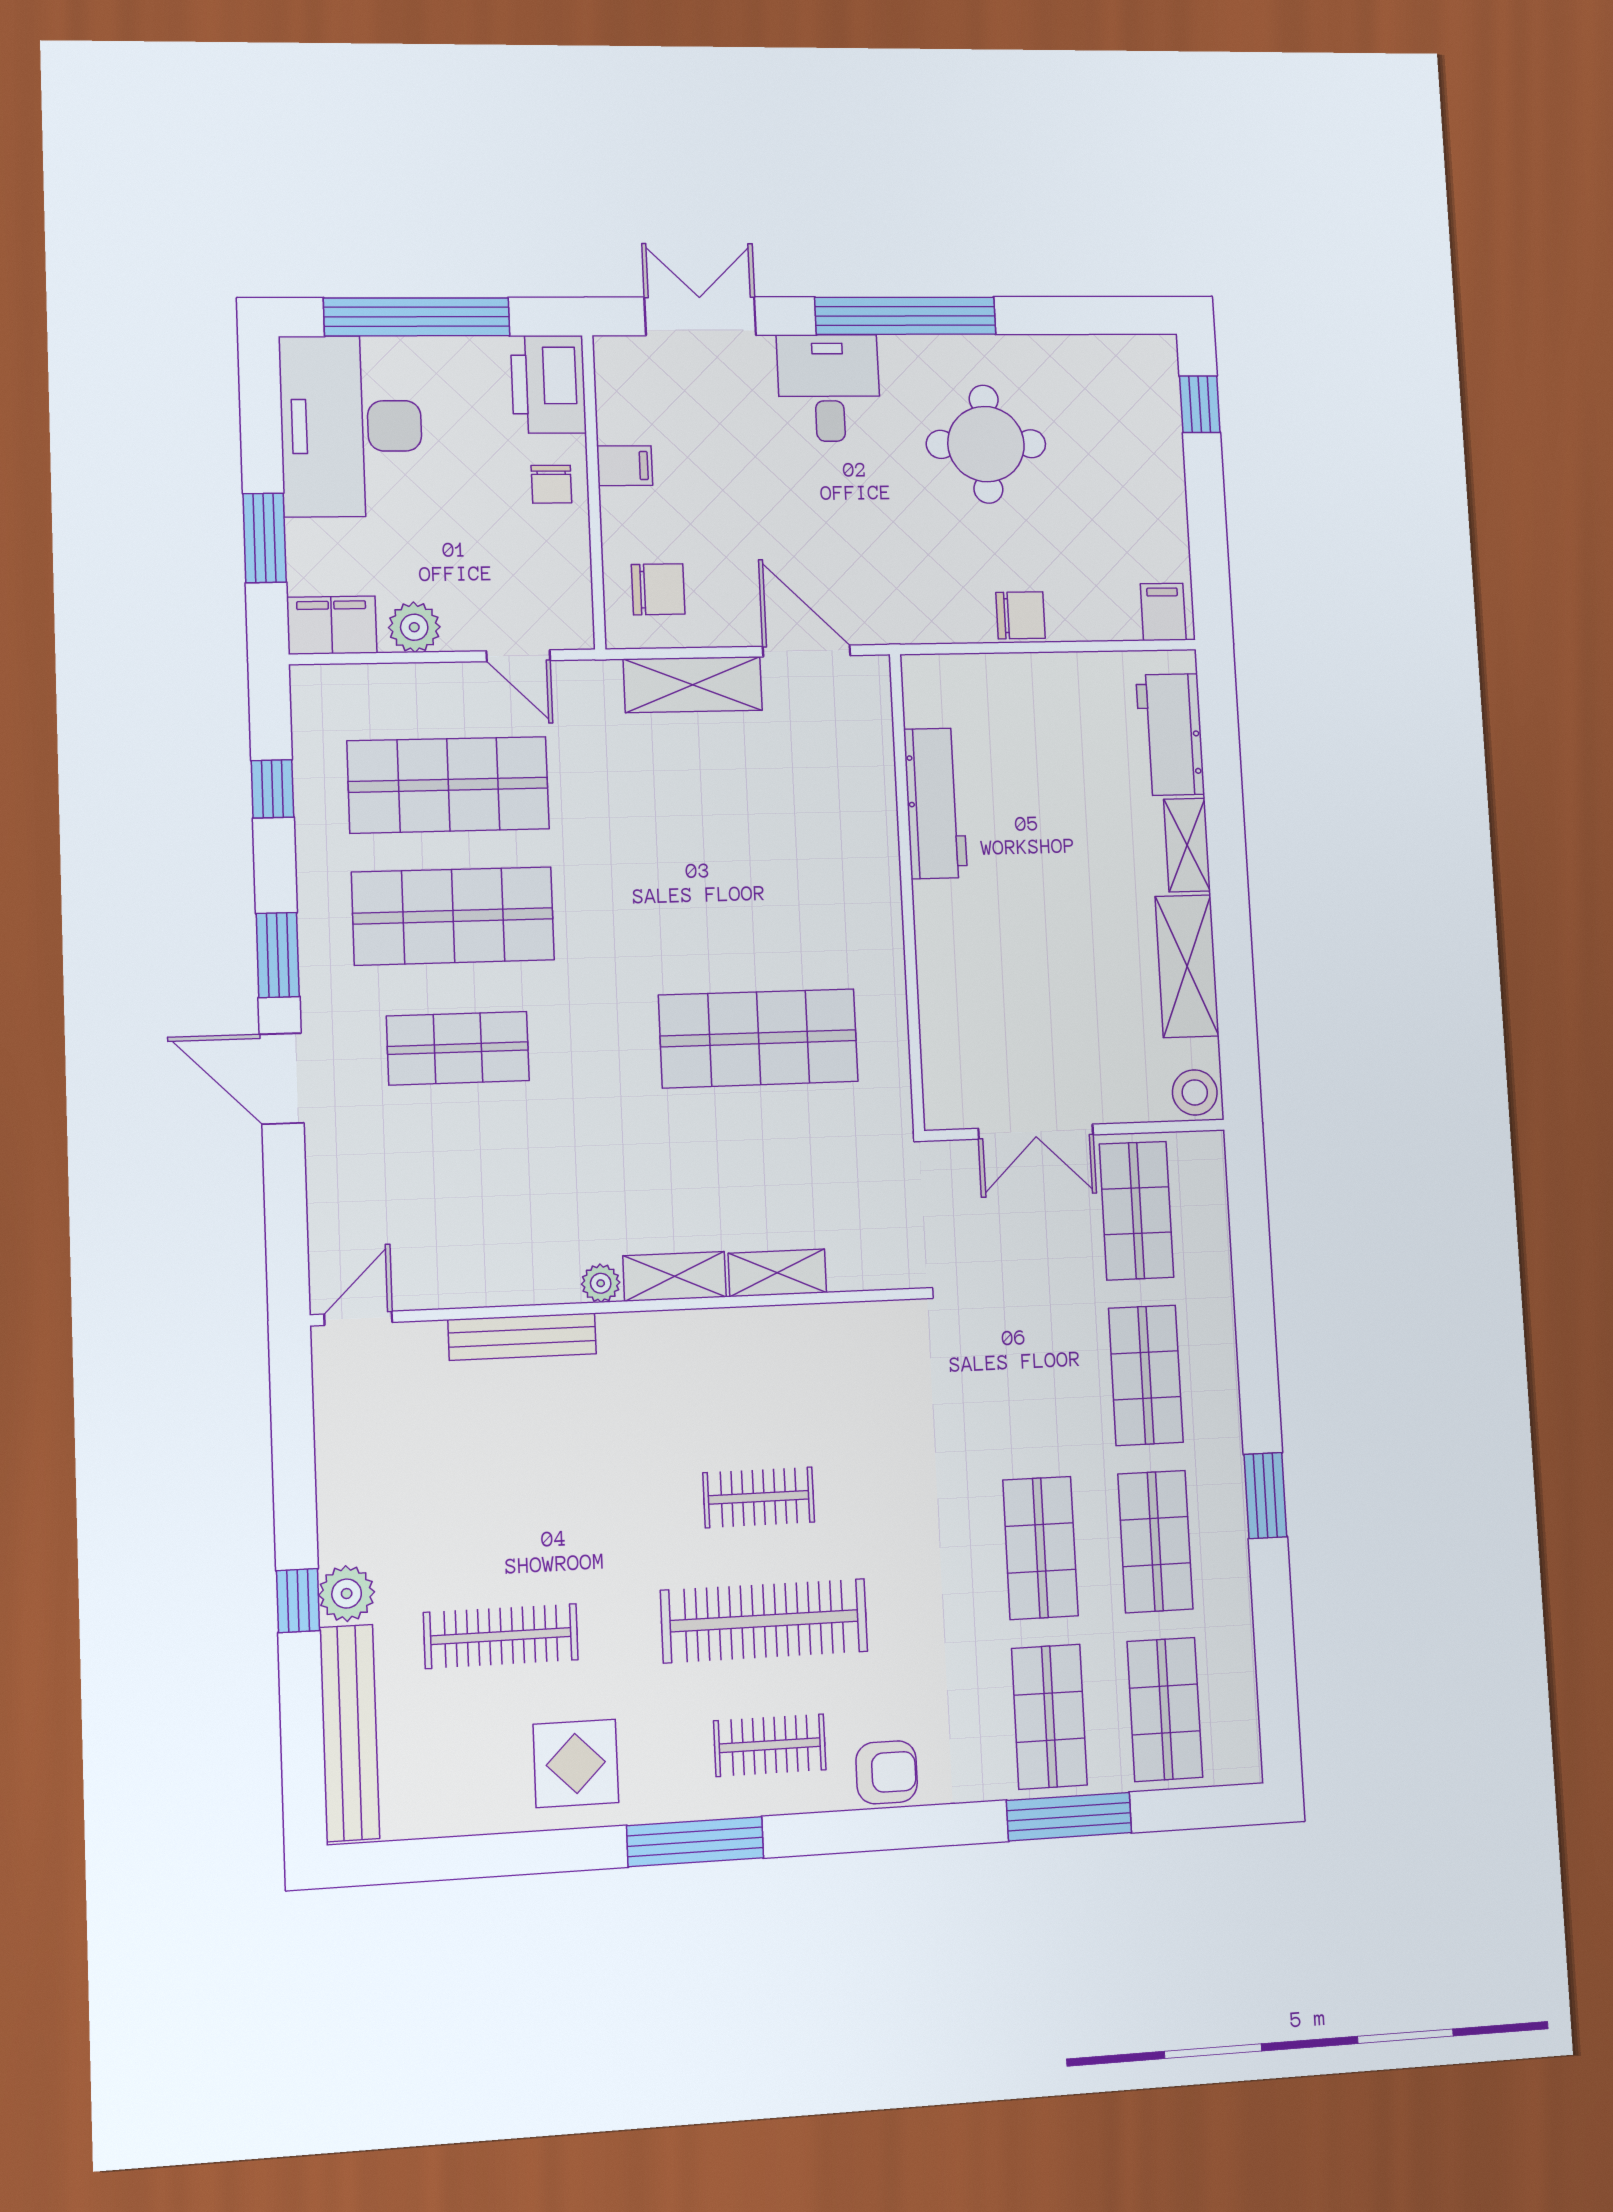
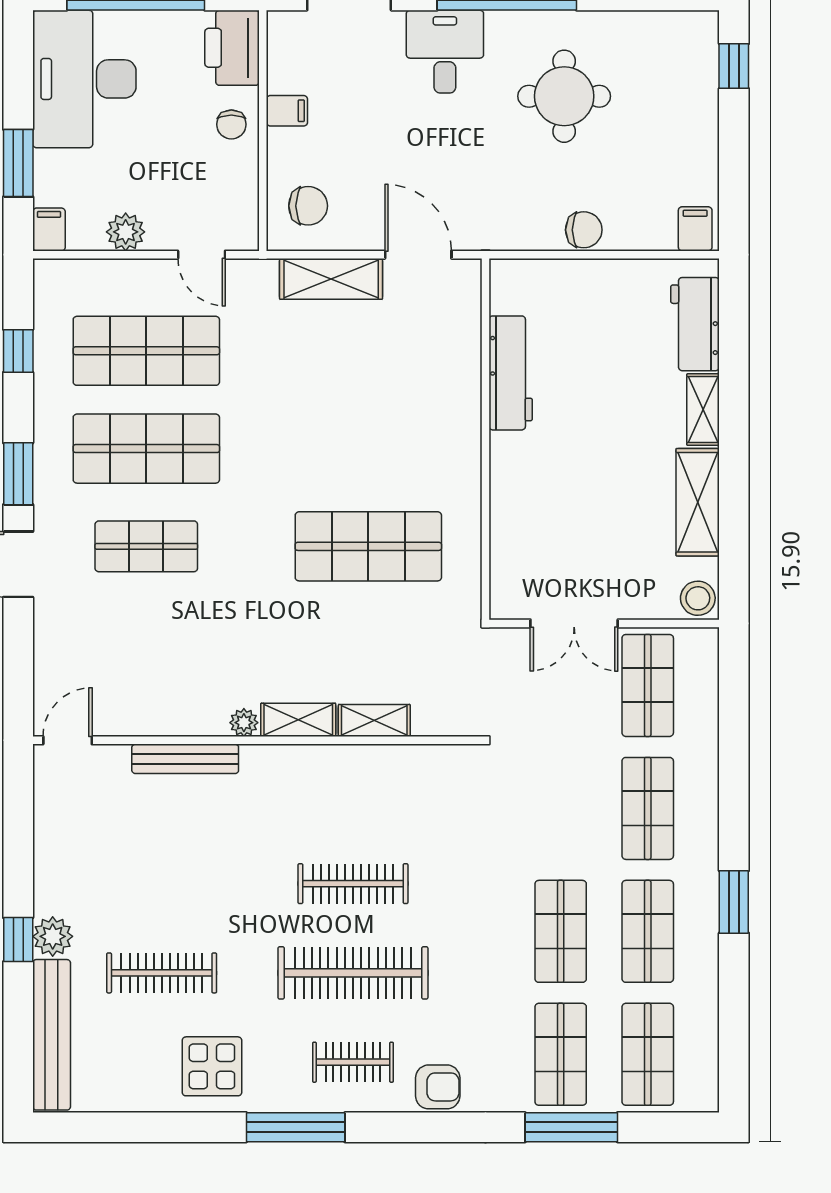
filing cabinet: (332, 625) -> (49, 229), width x0.50
clothes rail: (759, 1497) -> (353, 884), width x1.36

